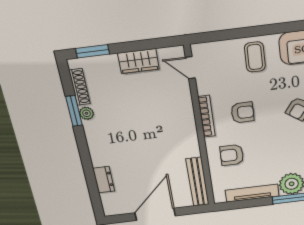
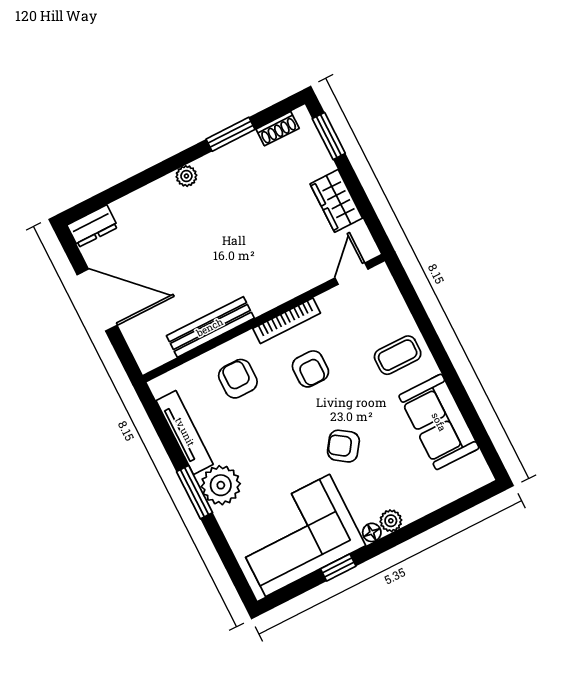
shoe rack: (80, 87) -> (278, 129), width x0.70
plant: (86, 113) -> (186, 176), moved
dresser: (104, 180) -> (93, 226), moved
bench: (198, 182) -> (210, 327), moved

